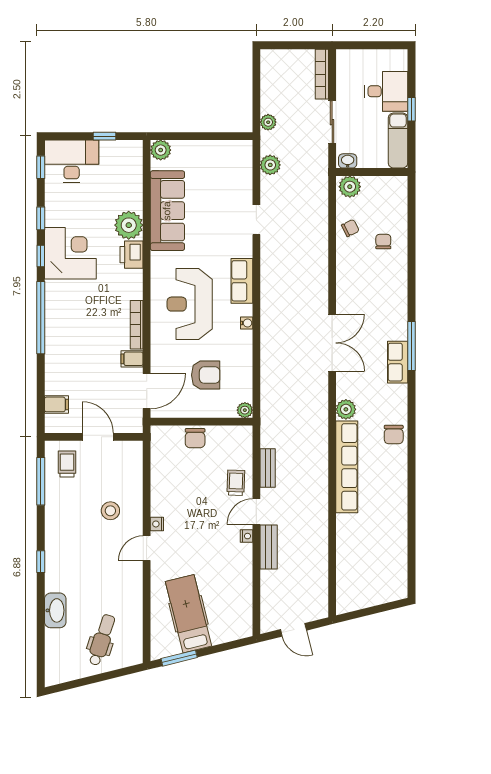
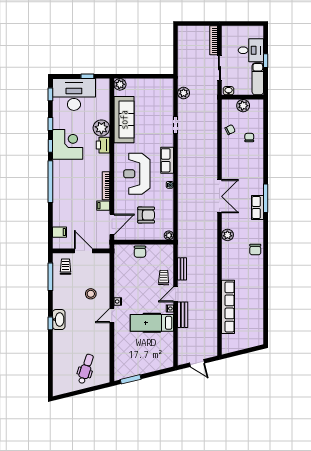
plant: (268, 122) -> (182, 68), removed
desk: (72, 161) -> (74, 94), width x1.36, depth x1.30
plant: (350, 187) -> (243, 106), moved
row of seats: (347, 467) -> (228, 307), moved
washbasin: (55, 610) -> (59, 320), moved
hospital bed: (189, 614) -> (152, 323), moved, turned -76

